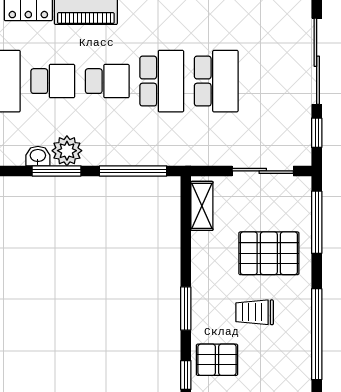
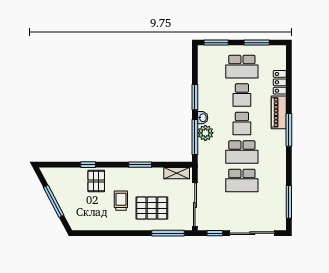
plant: (67, 151) -> (205, 133), moved
washbasin: (38, 156) -> (203, 118), moved
sliding door: (263, 171) -> (195, 205), width x1.37
pallet: (269, 253) -> (152, 208), turned 90
window: (186, 308) -> (140, 165), moved
window: (317, 334) -> (110, 233), removed

